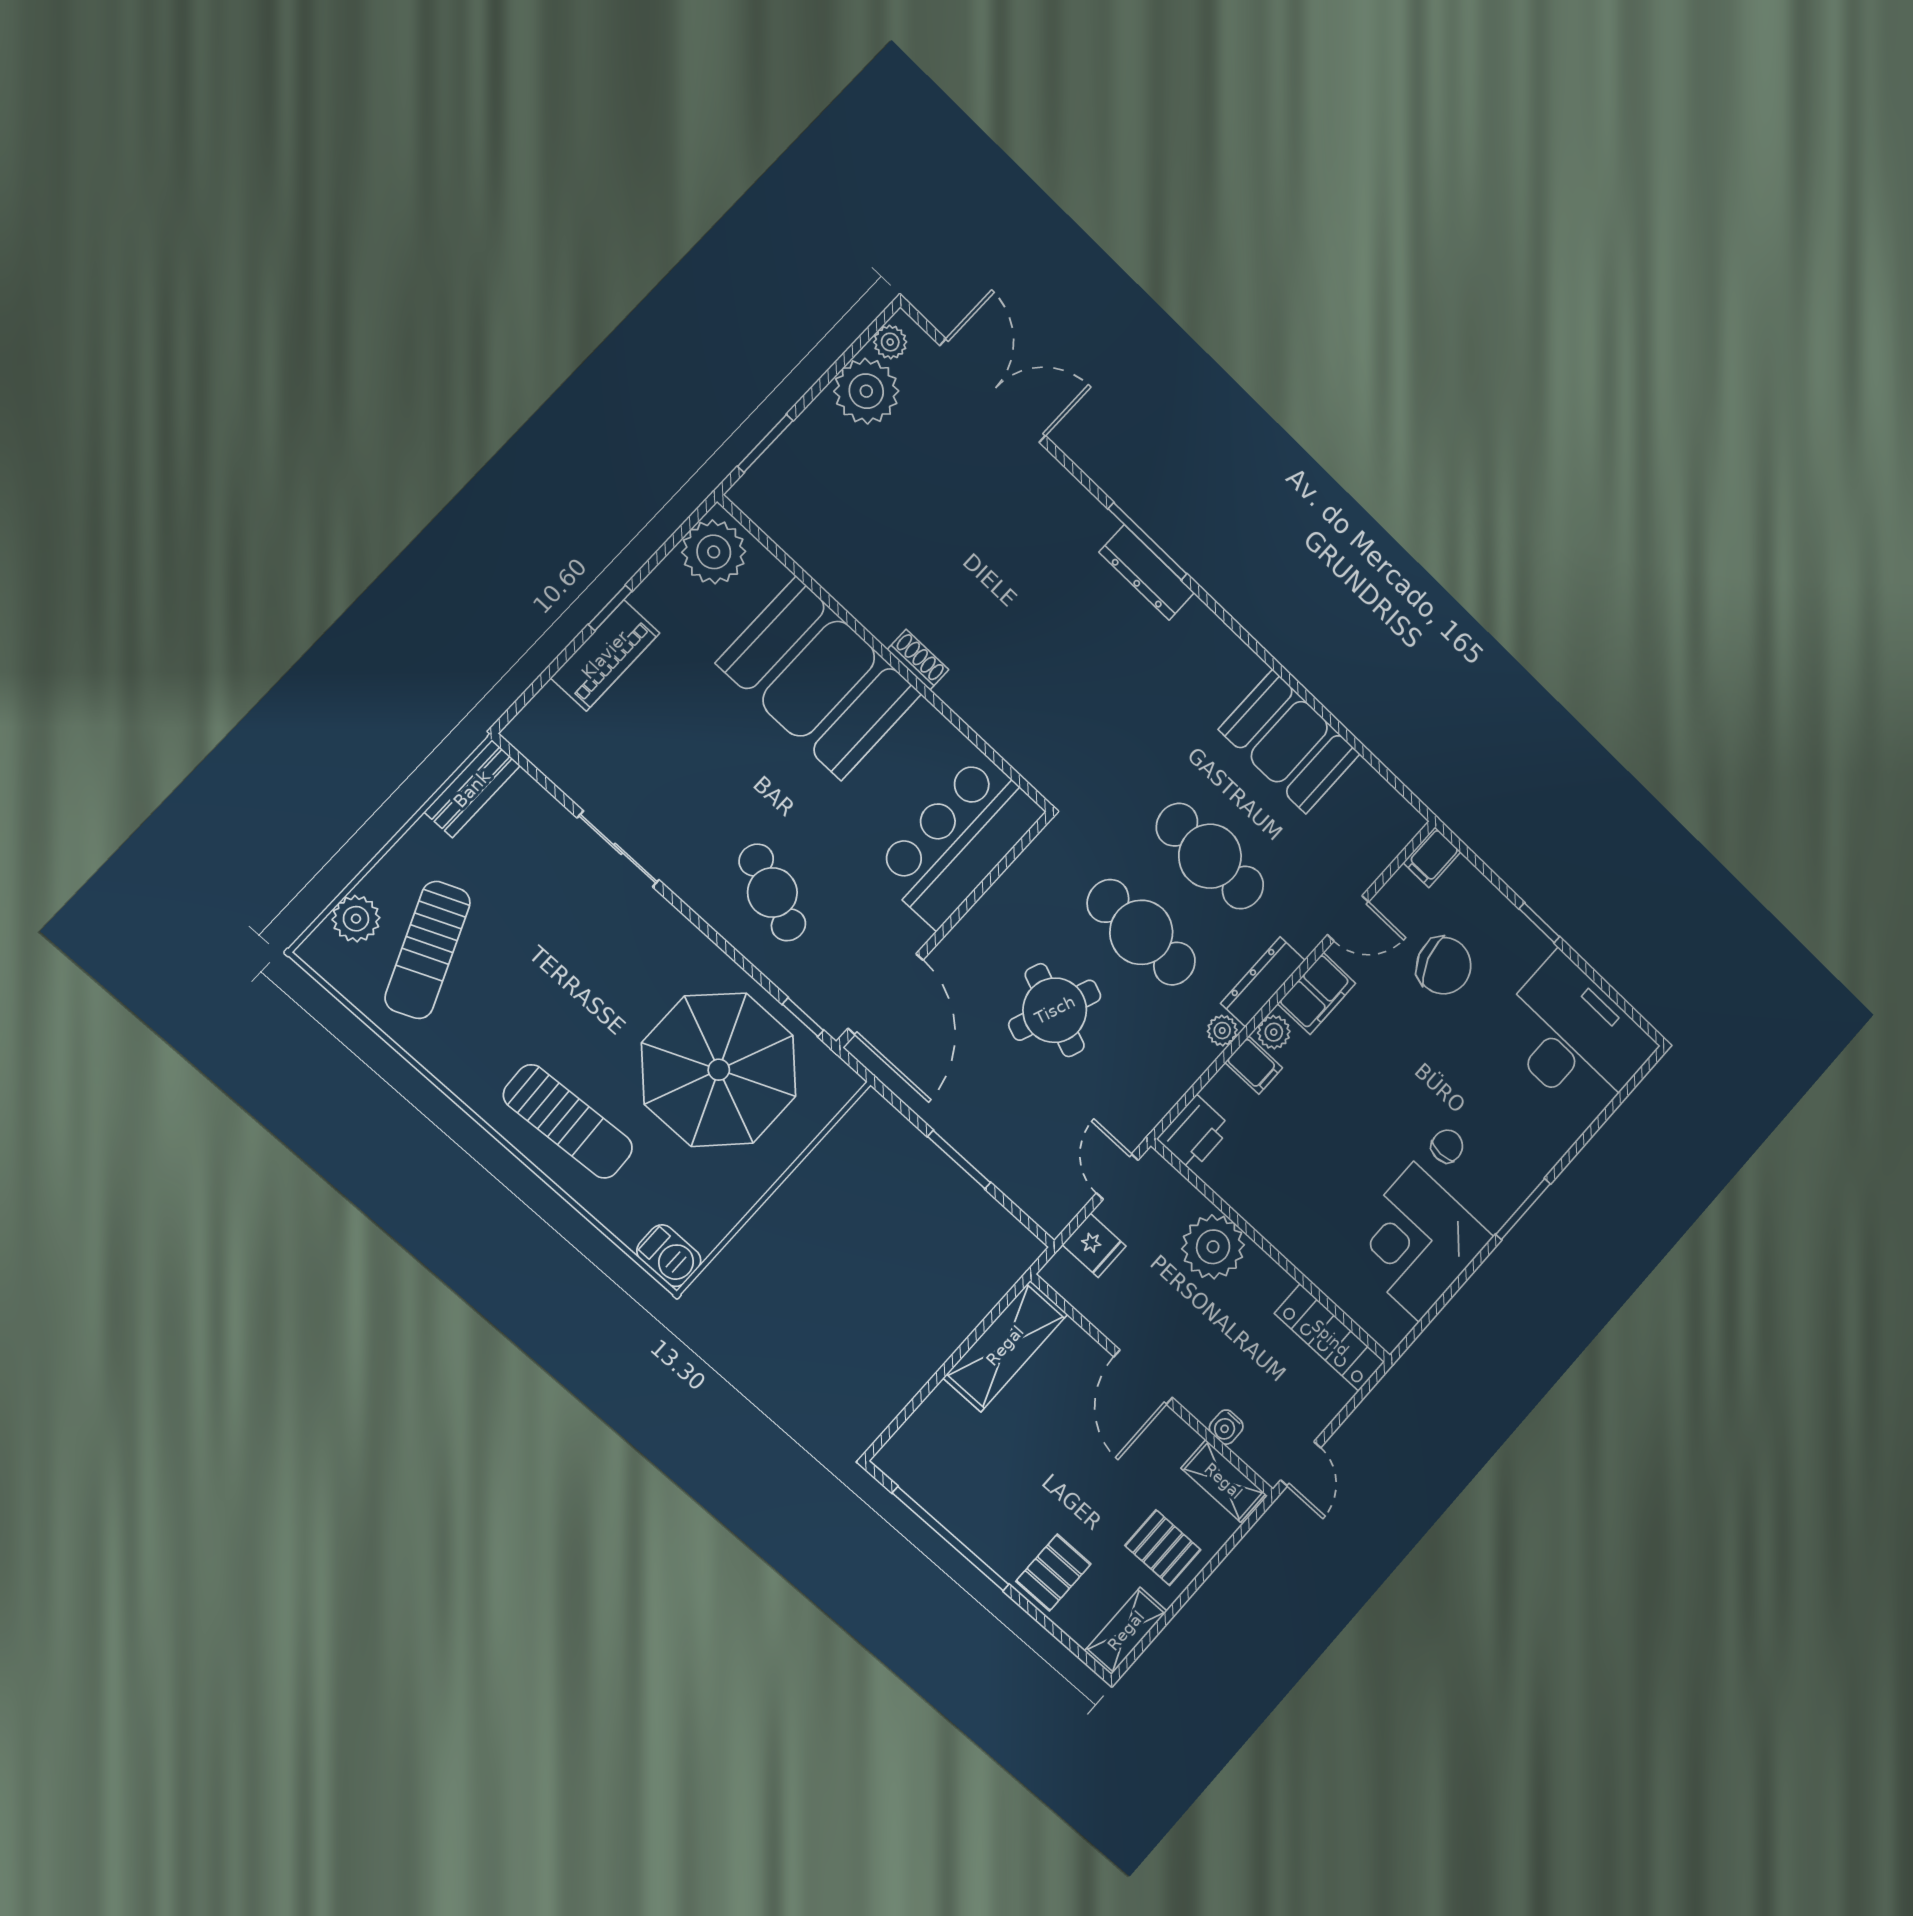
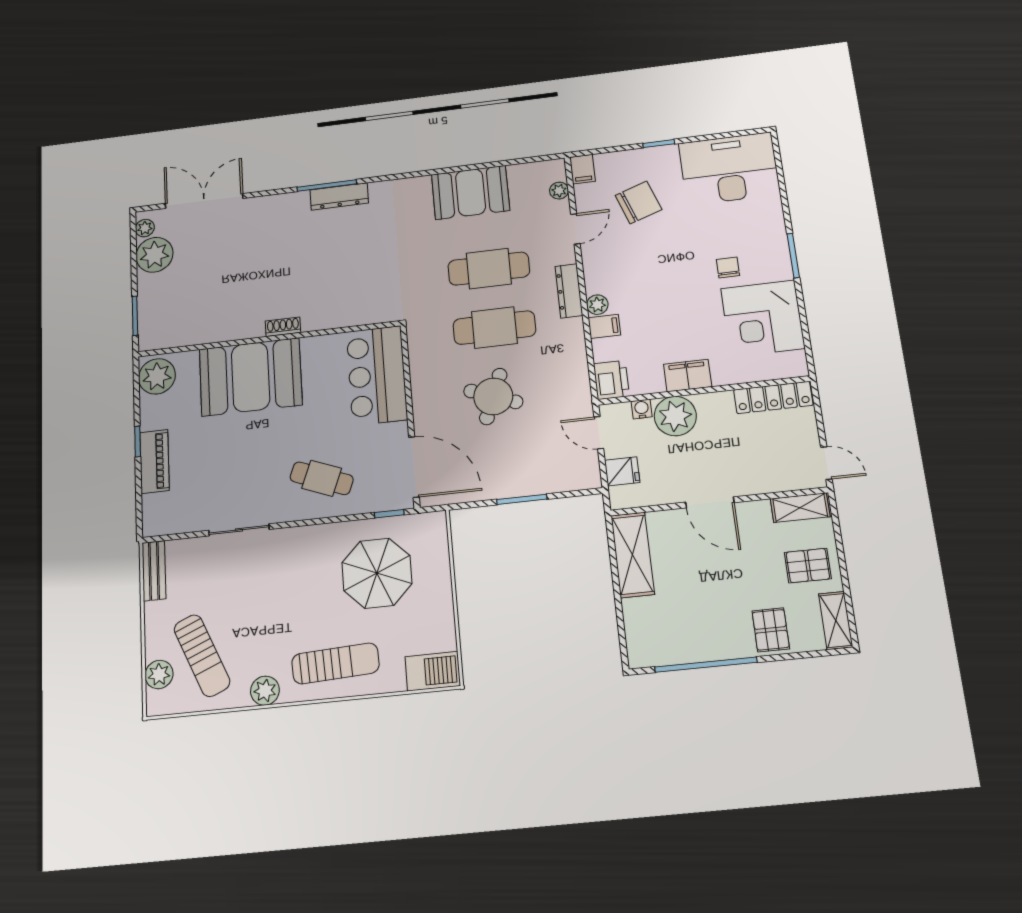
filing cabinet: (1317, 993) -> (688, 376), moved, turned -90
plant: (1222, 1031) -> (559, 191), moved
plant: (458, 1068) -> (265, 691), added
parasol: (719, 1070) -> (377, 573), width x0.73, depth x0.73
barbecue: (669, 1256) -> (433, 671), width x1.38, depth x1.27
water cooler: (1226, 1427) -> (642, 409), moved, turned 180

